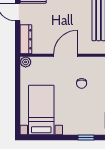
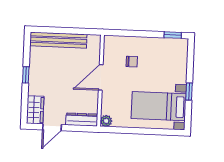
door: (66, 55) -> (101, 77), hinge flipped
window: (86, 138) -> (189, 92), moved

